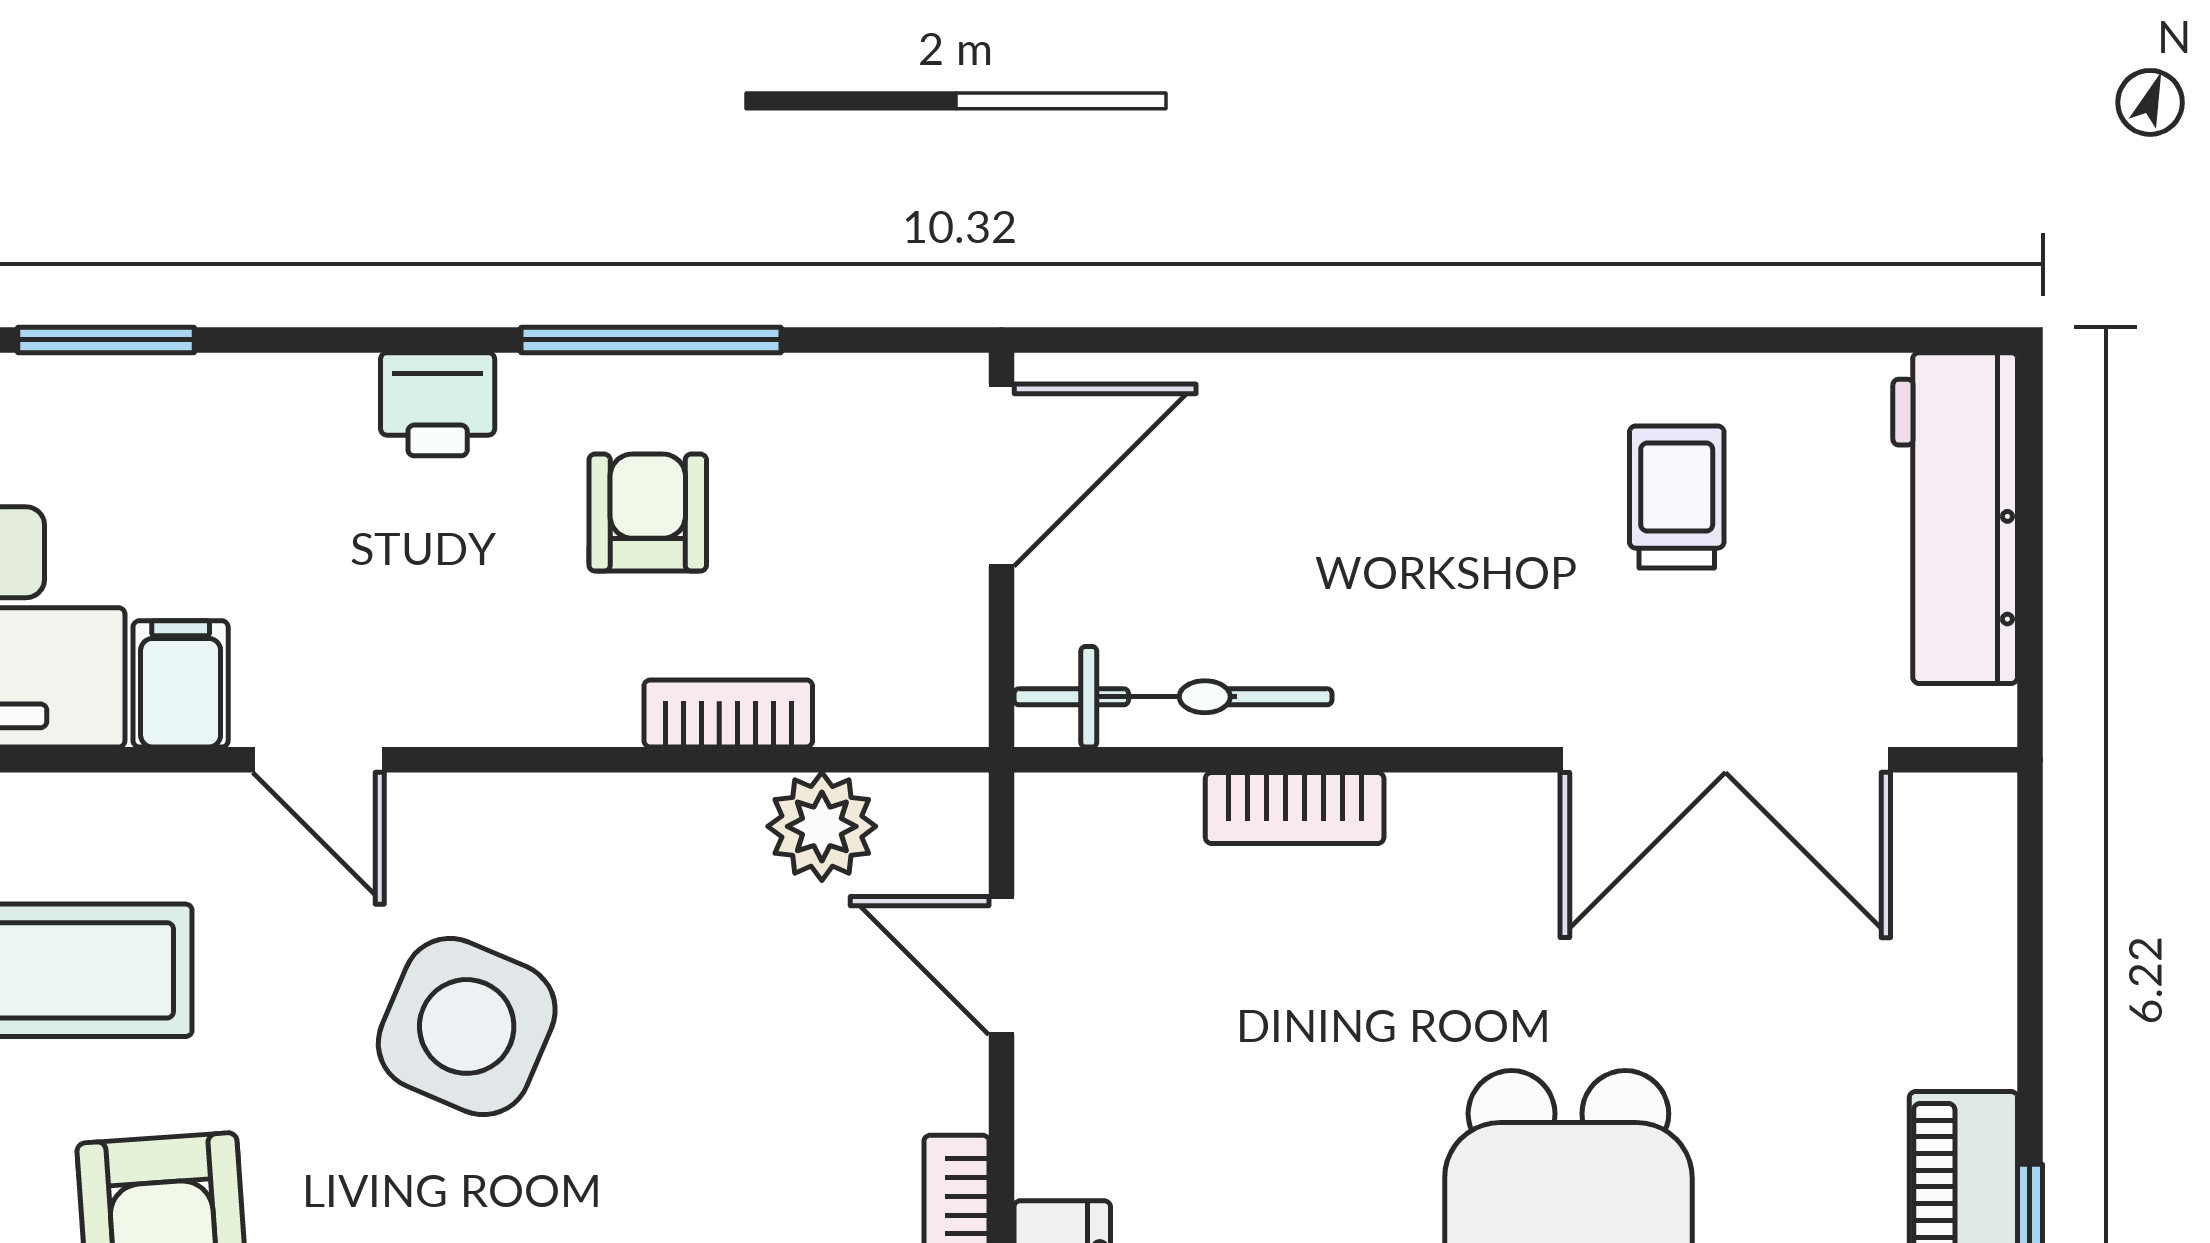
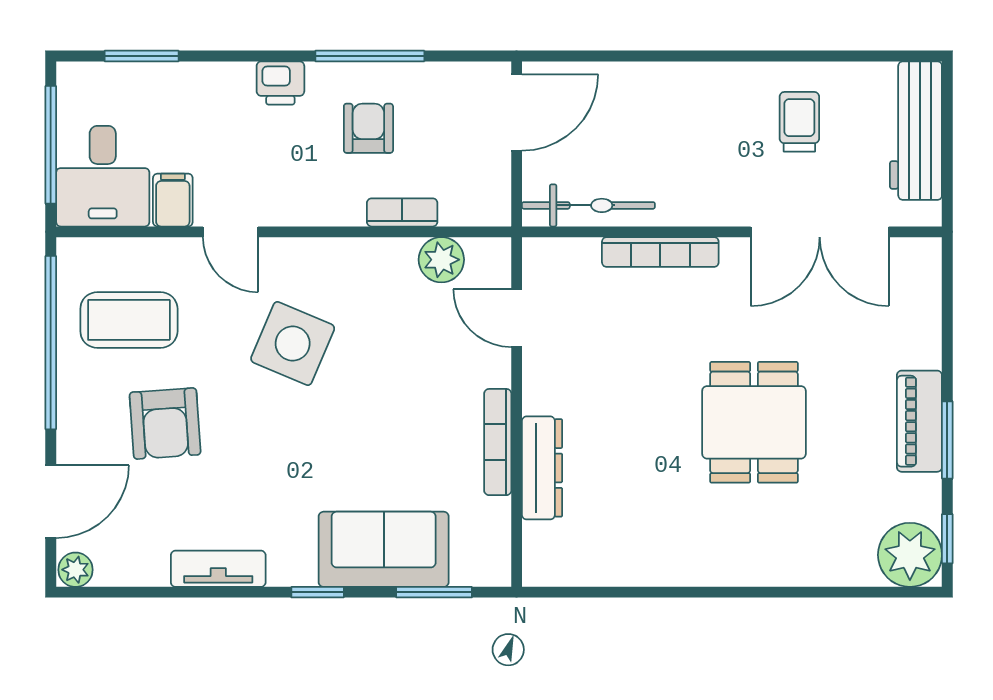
bookcase: (1295, 808) -> (660, 252), width x1.56

